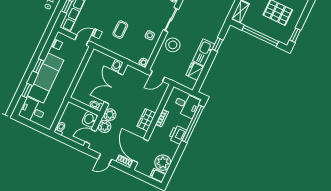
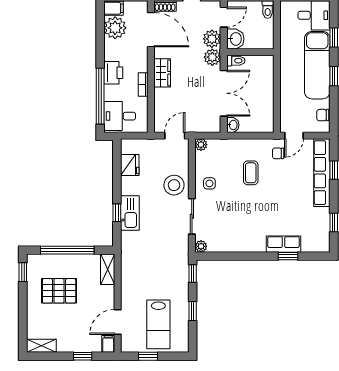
kitchen sink: (204, 52) -> (130, 213), moved

